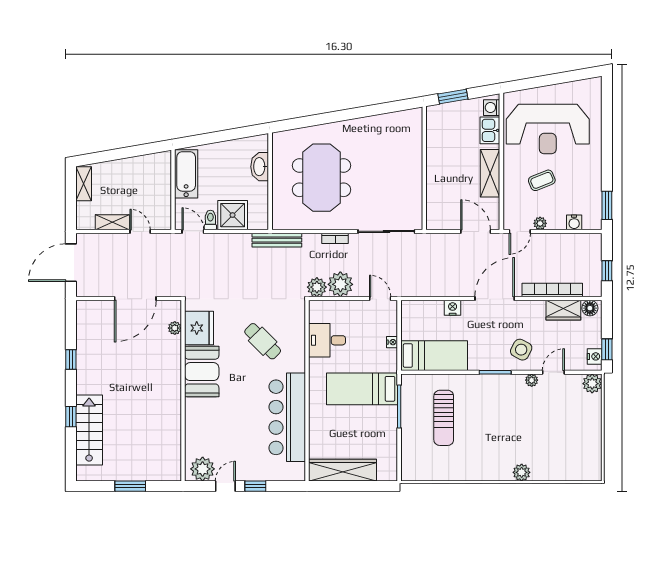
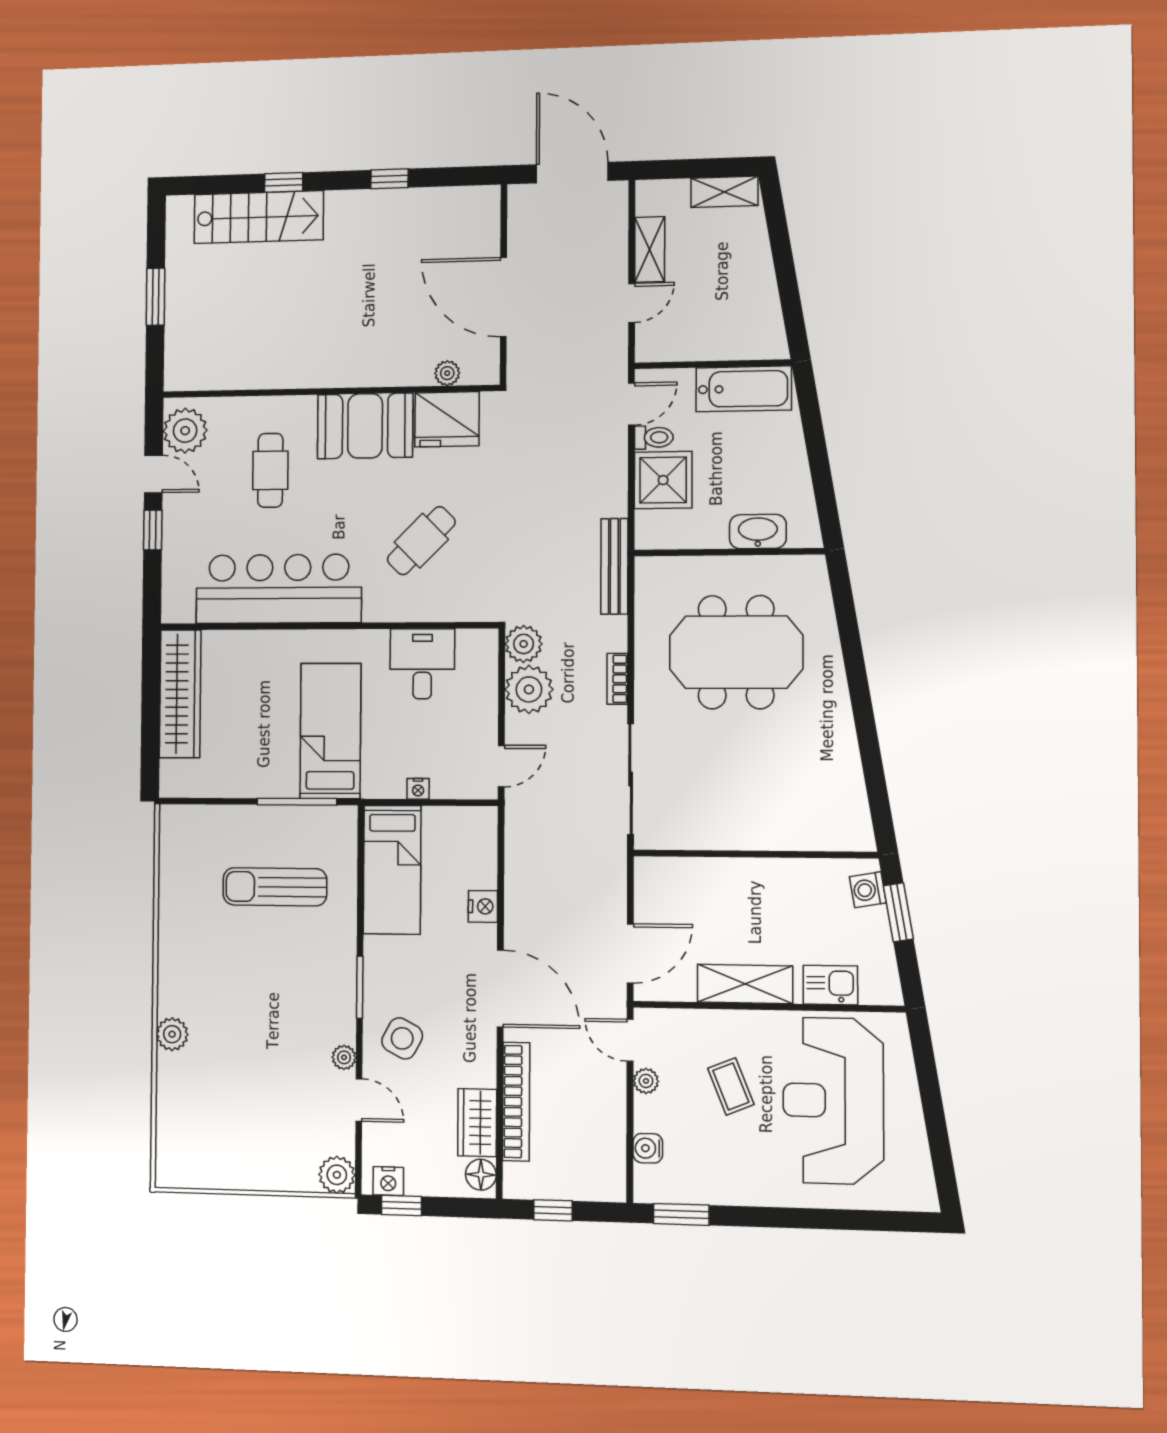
washing machine: (492, 108) -> (868, 890), moved, turned -100
cafe table: (224, 422) -> (270, 470), added

